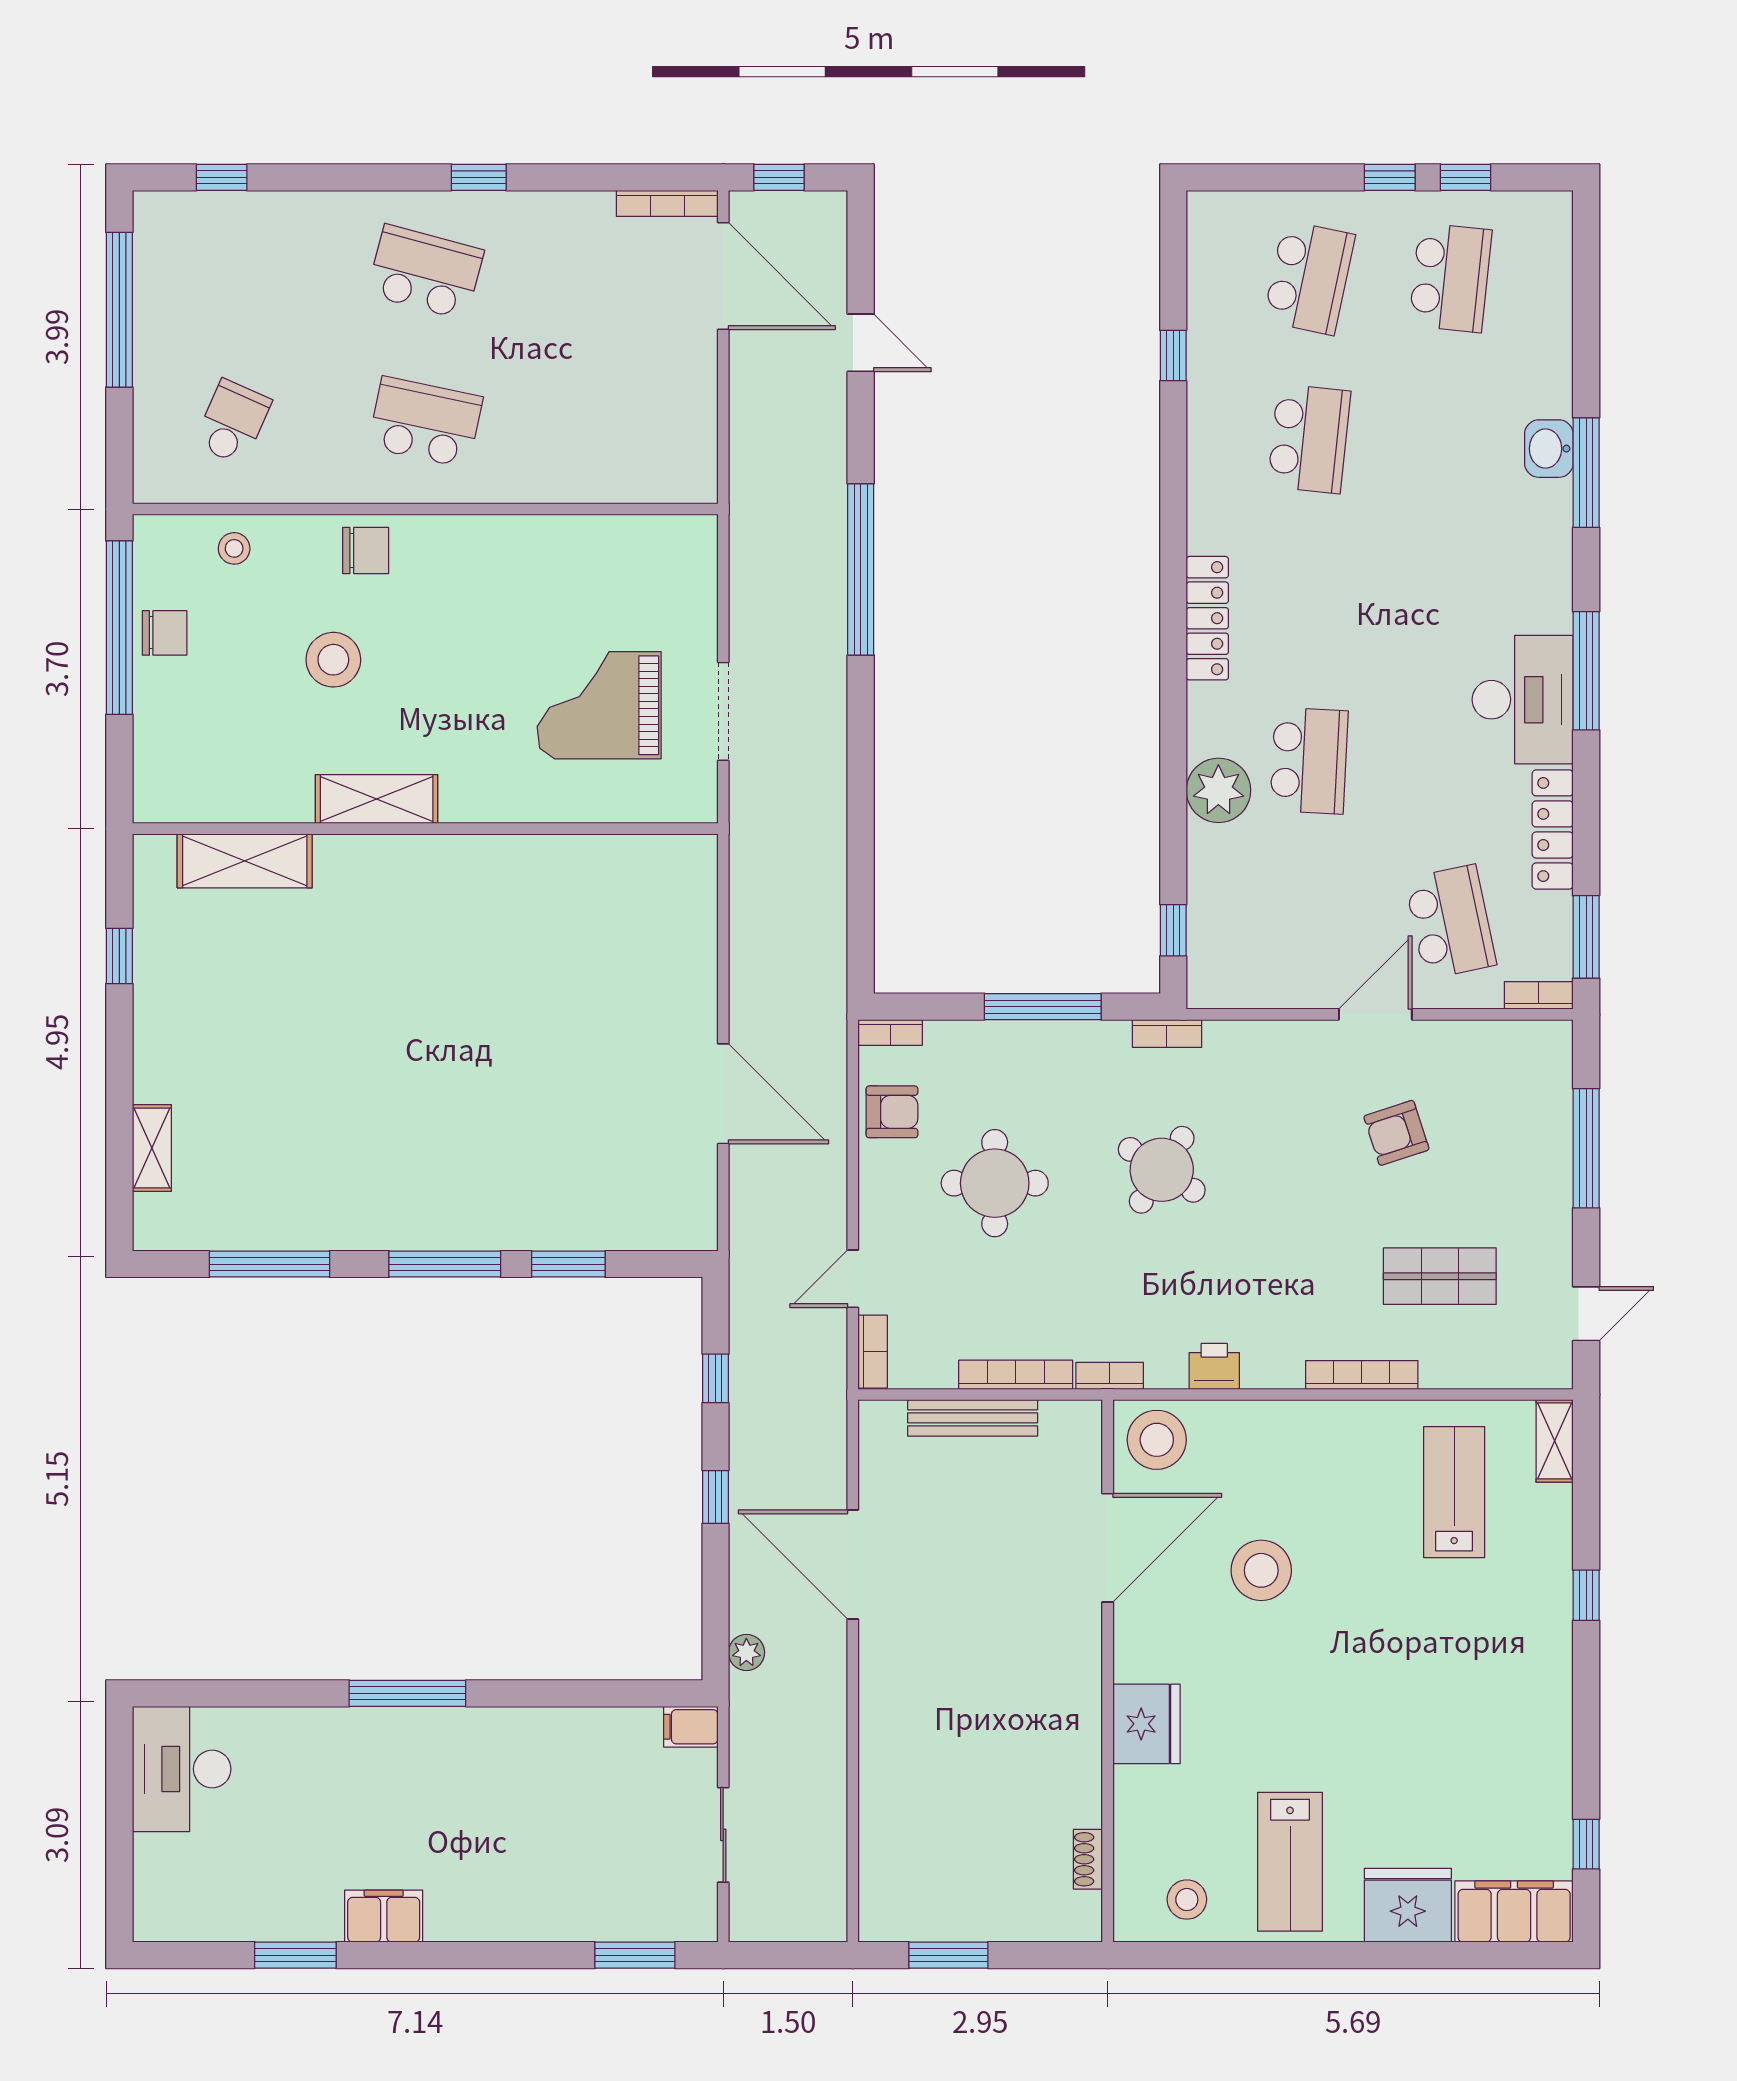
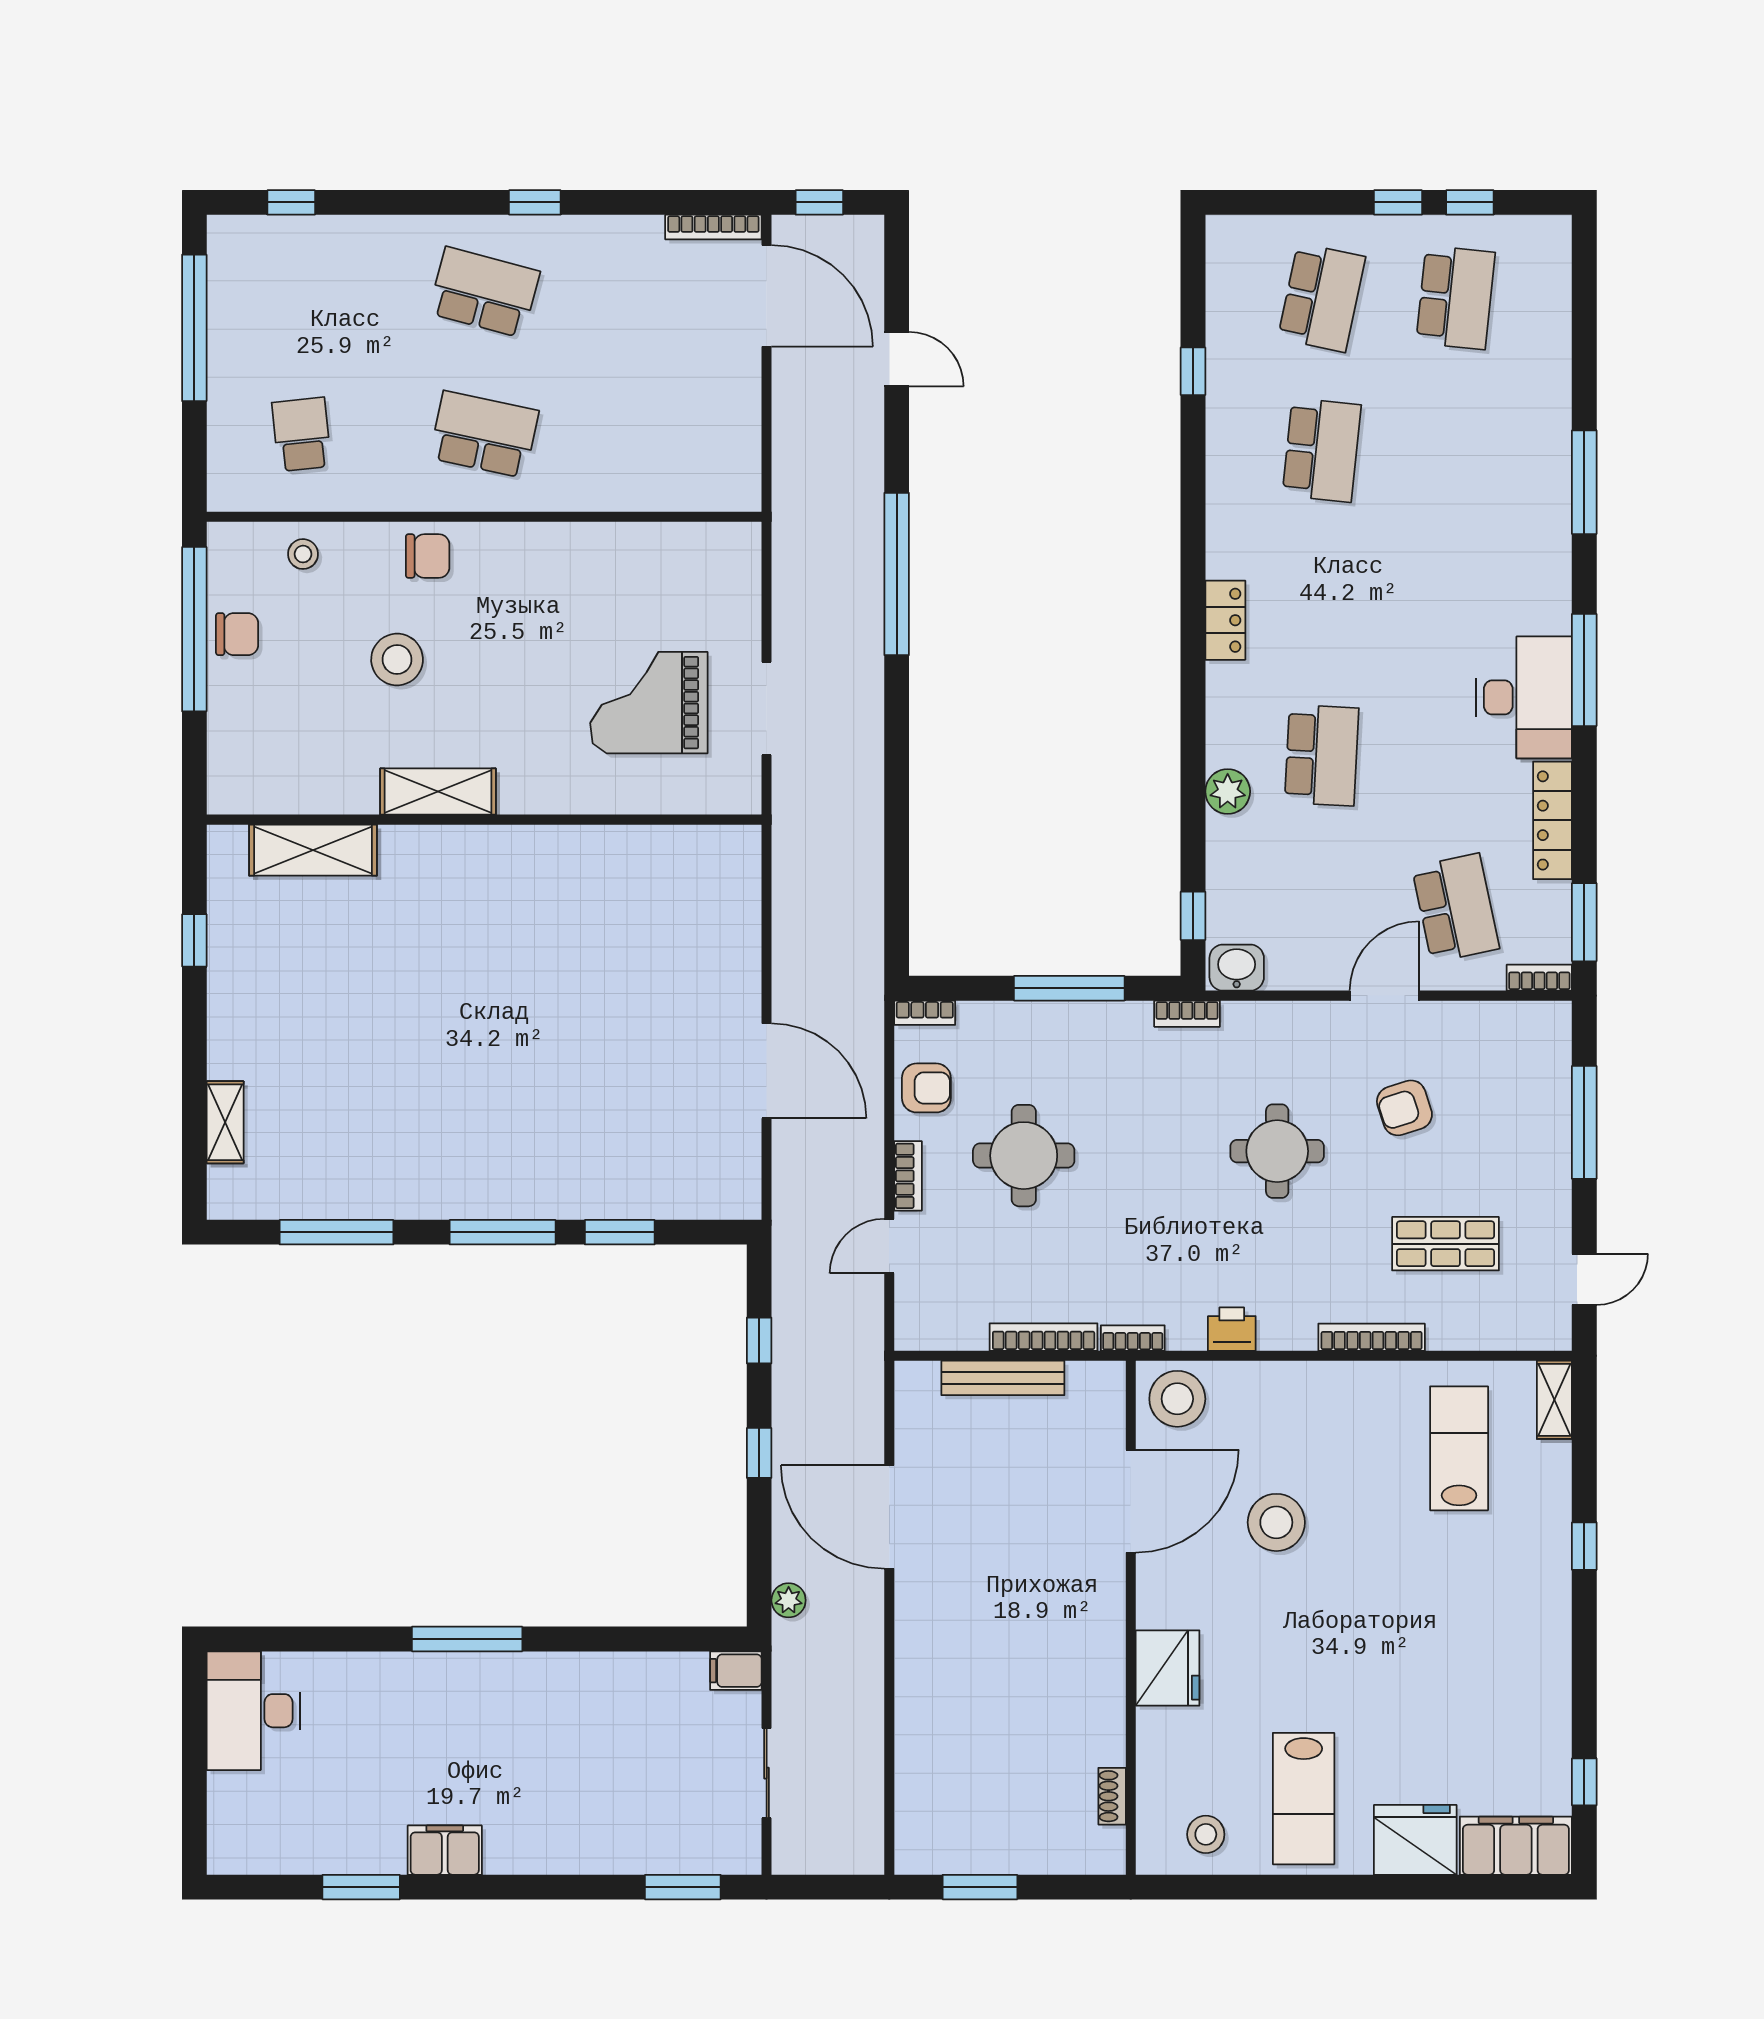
school desk: (233, 422) -> (302, 434), turned -30
washbasin: (1549, 449) -> (1237, 968), moved, turned 90
locker: (1207, 618) -> (1225, 620), width x0.66
plant: (1218, 790) -> (1228, 791), width x0.73, depth x0.73
round table: (1162, 1170) -> (1277, 1151), moved, turned -33
bookcase: (873, 1352) -> (908, 1176), moved

